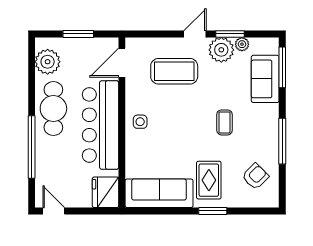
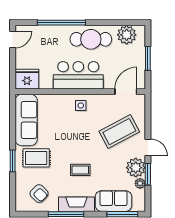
door: (122, 63) -> (126, 92), hinge flipped
coffee table: (174, 71) -> (119, 132), turned 62
bar counter: (100, 125) -> (78, 75), width x0.73
fireplace: (269, 127) -> (76, 204), added

